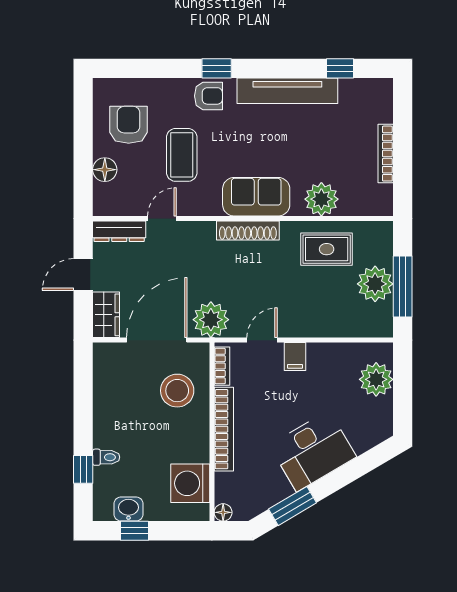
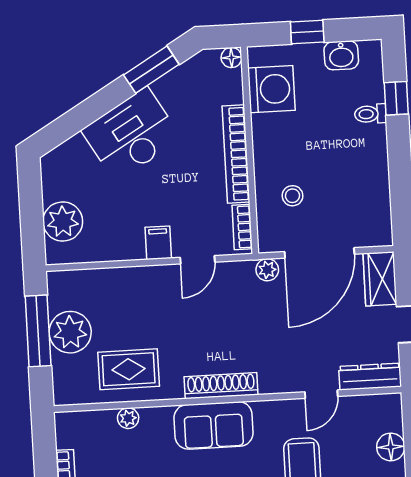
plant: (321, 199) -> (128, 418), width x0.53, depth x0.53
plant: (211, 320) -> (267, 270), width x0.53, depth x0.53
stool: (177, 391) -> (293, 196), width x0.53, depth x0.53
window: (134, 531) -> (307, 32), moved

